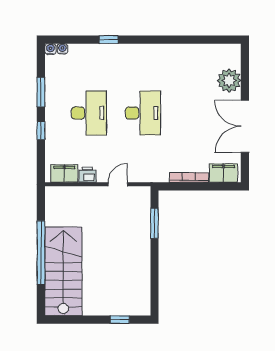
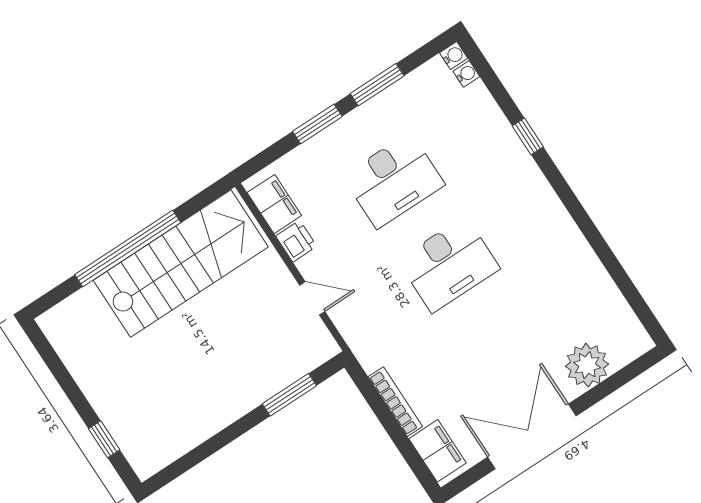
window: (41, 131) -> (317, 124), width x1.50
stairs: (63, 271) -> (181, 264), moved

